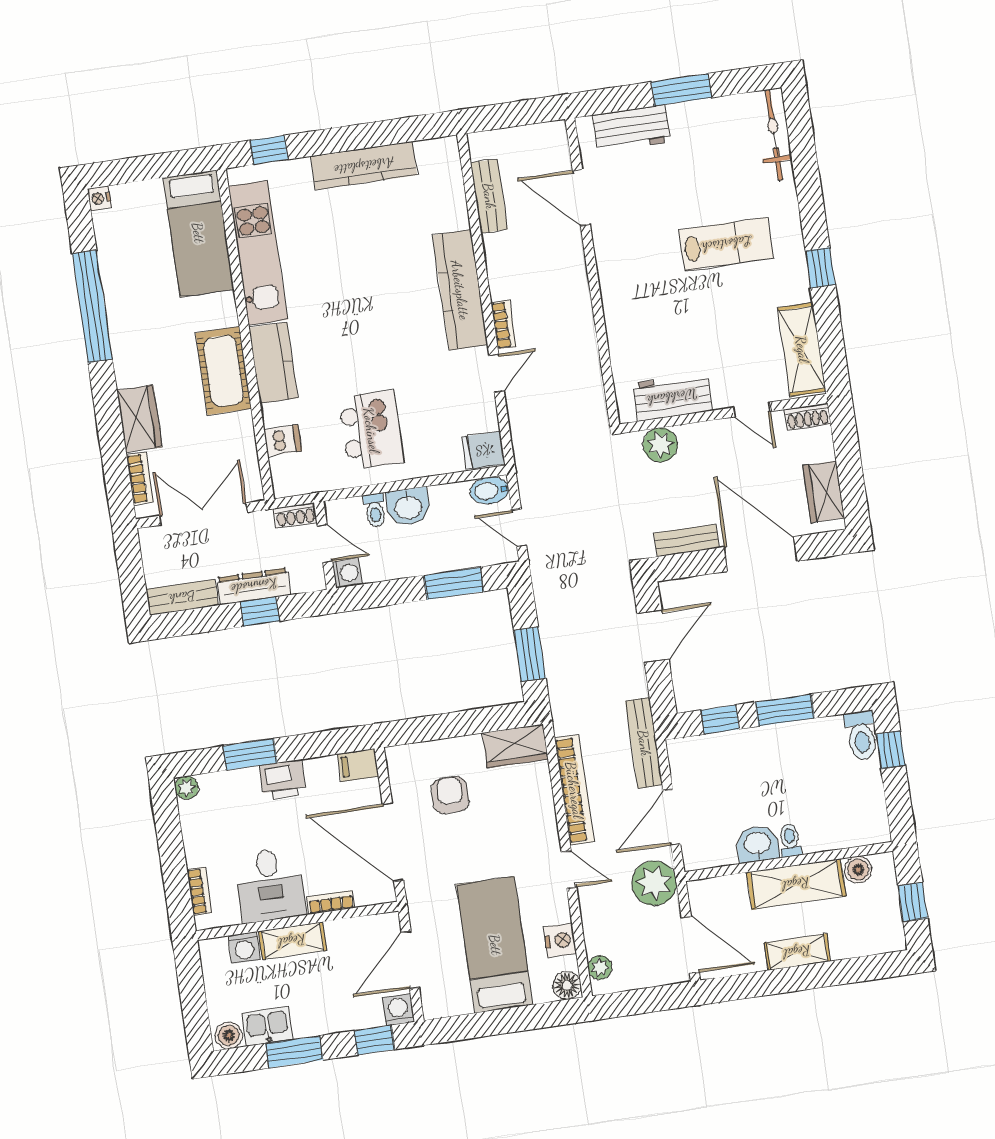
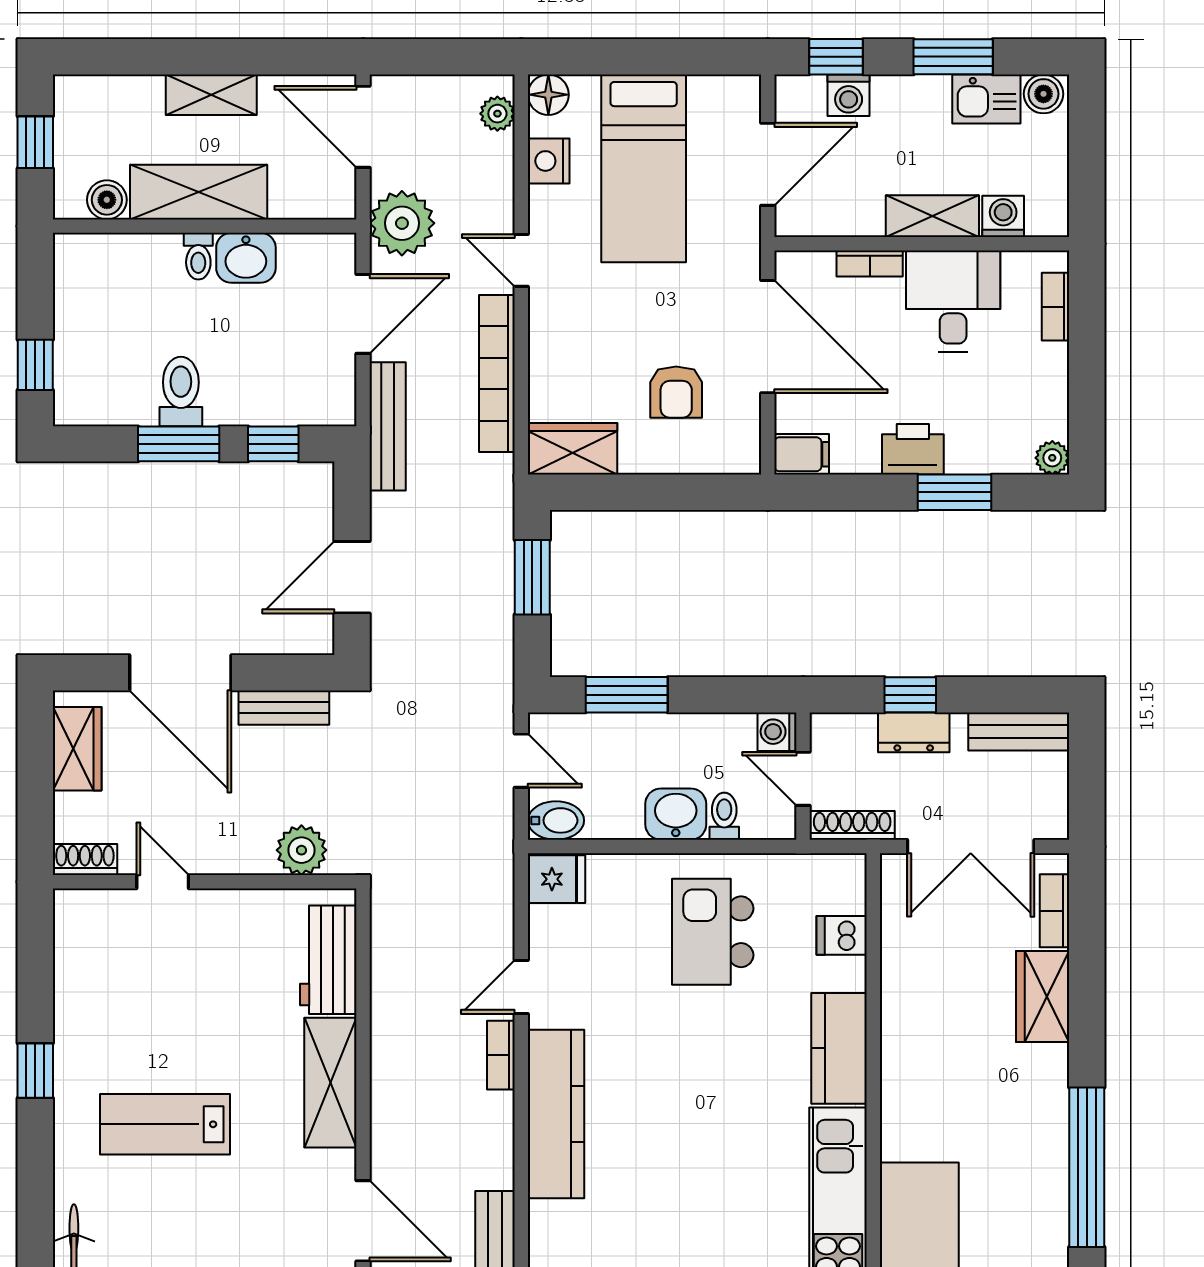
shelving: (802, 349) -> (330, 1083), moved
cot: (224, 371) -> (912, 1048), removed
workbench: (672, 397) -> (328, 960), moved, turned 90
shoe rack: (295, 515) -> (852, 825), width x1.43
dresser: (254, 586) -> (914, 732), width x0.70
toilet: (861, 736) -> (181, 391), moved
washing machine: (398, 1010) -> (849, 95), moved

